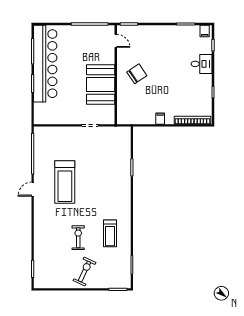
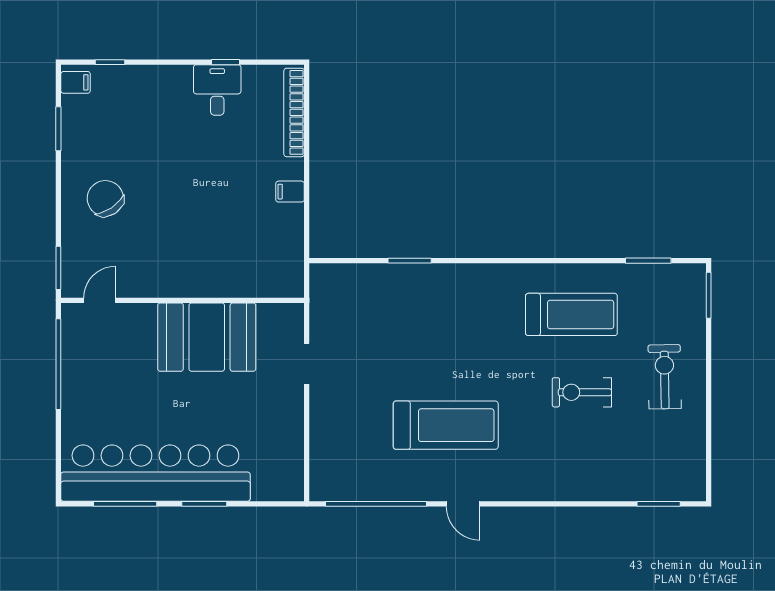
desk: (202, 64) -> (217, 90), moved
chair: (137, 74) -> (105, 198), moved
treadmill: (110, 233) -> (571, 314), width x1.37, depth x1.38
exercise bike: (85, 271) -> (665, 377), turned 64

